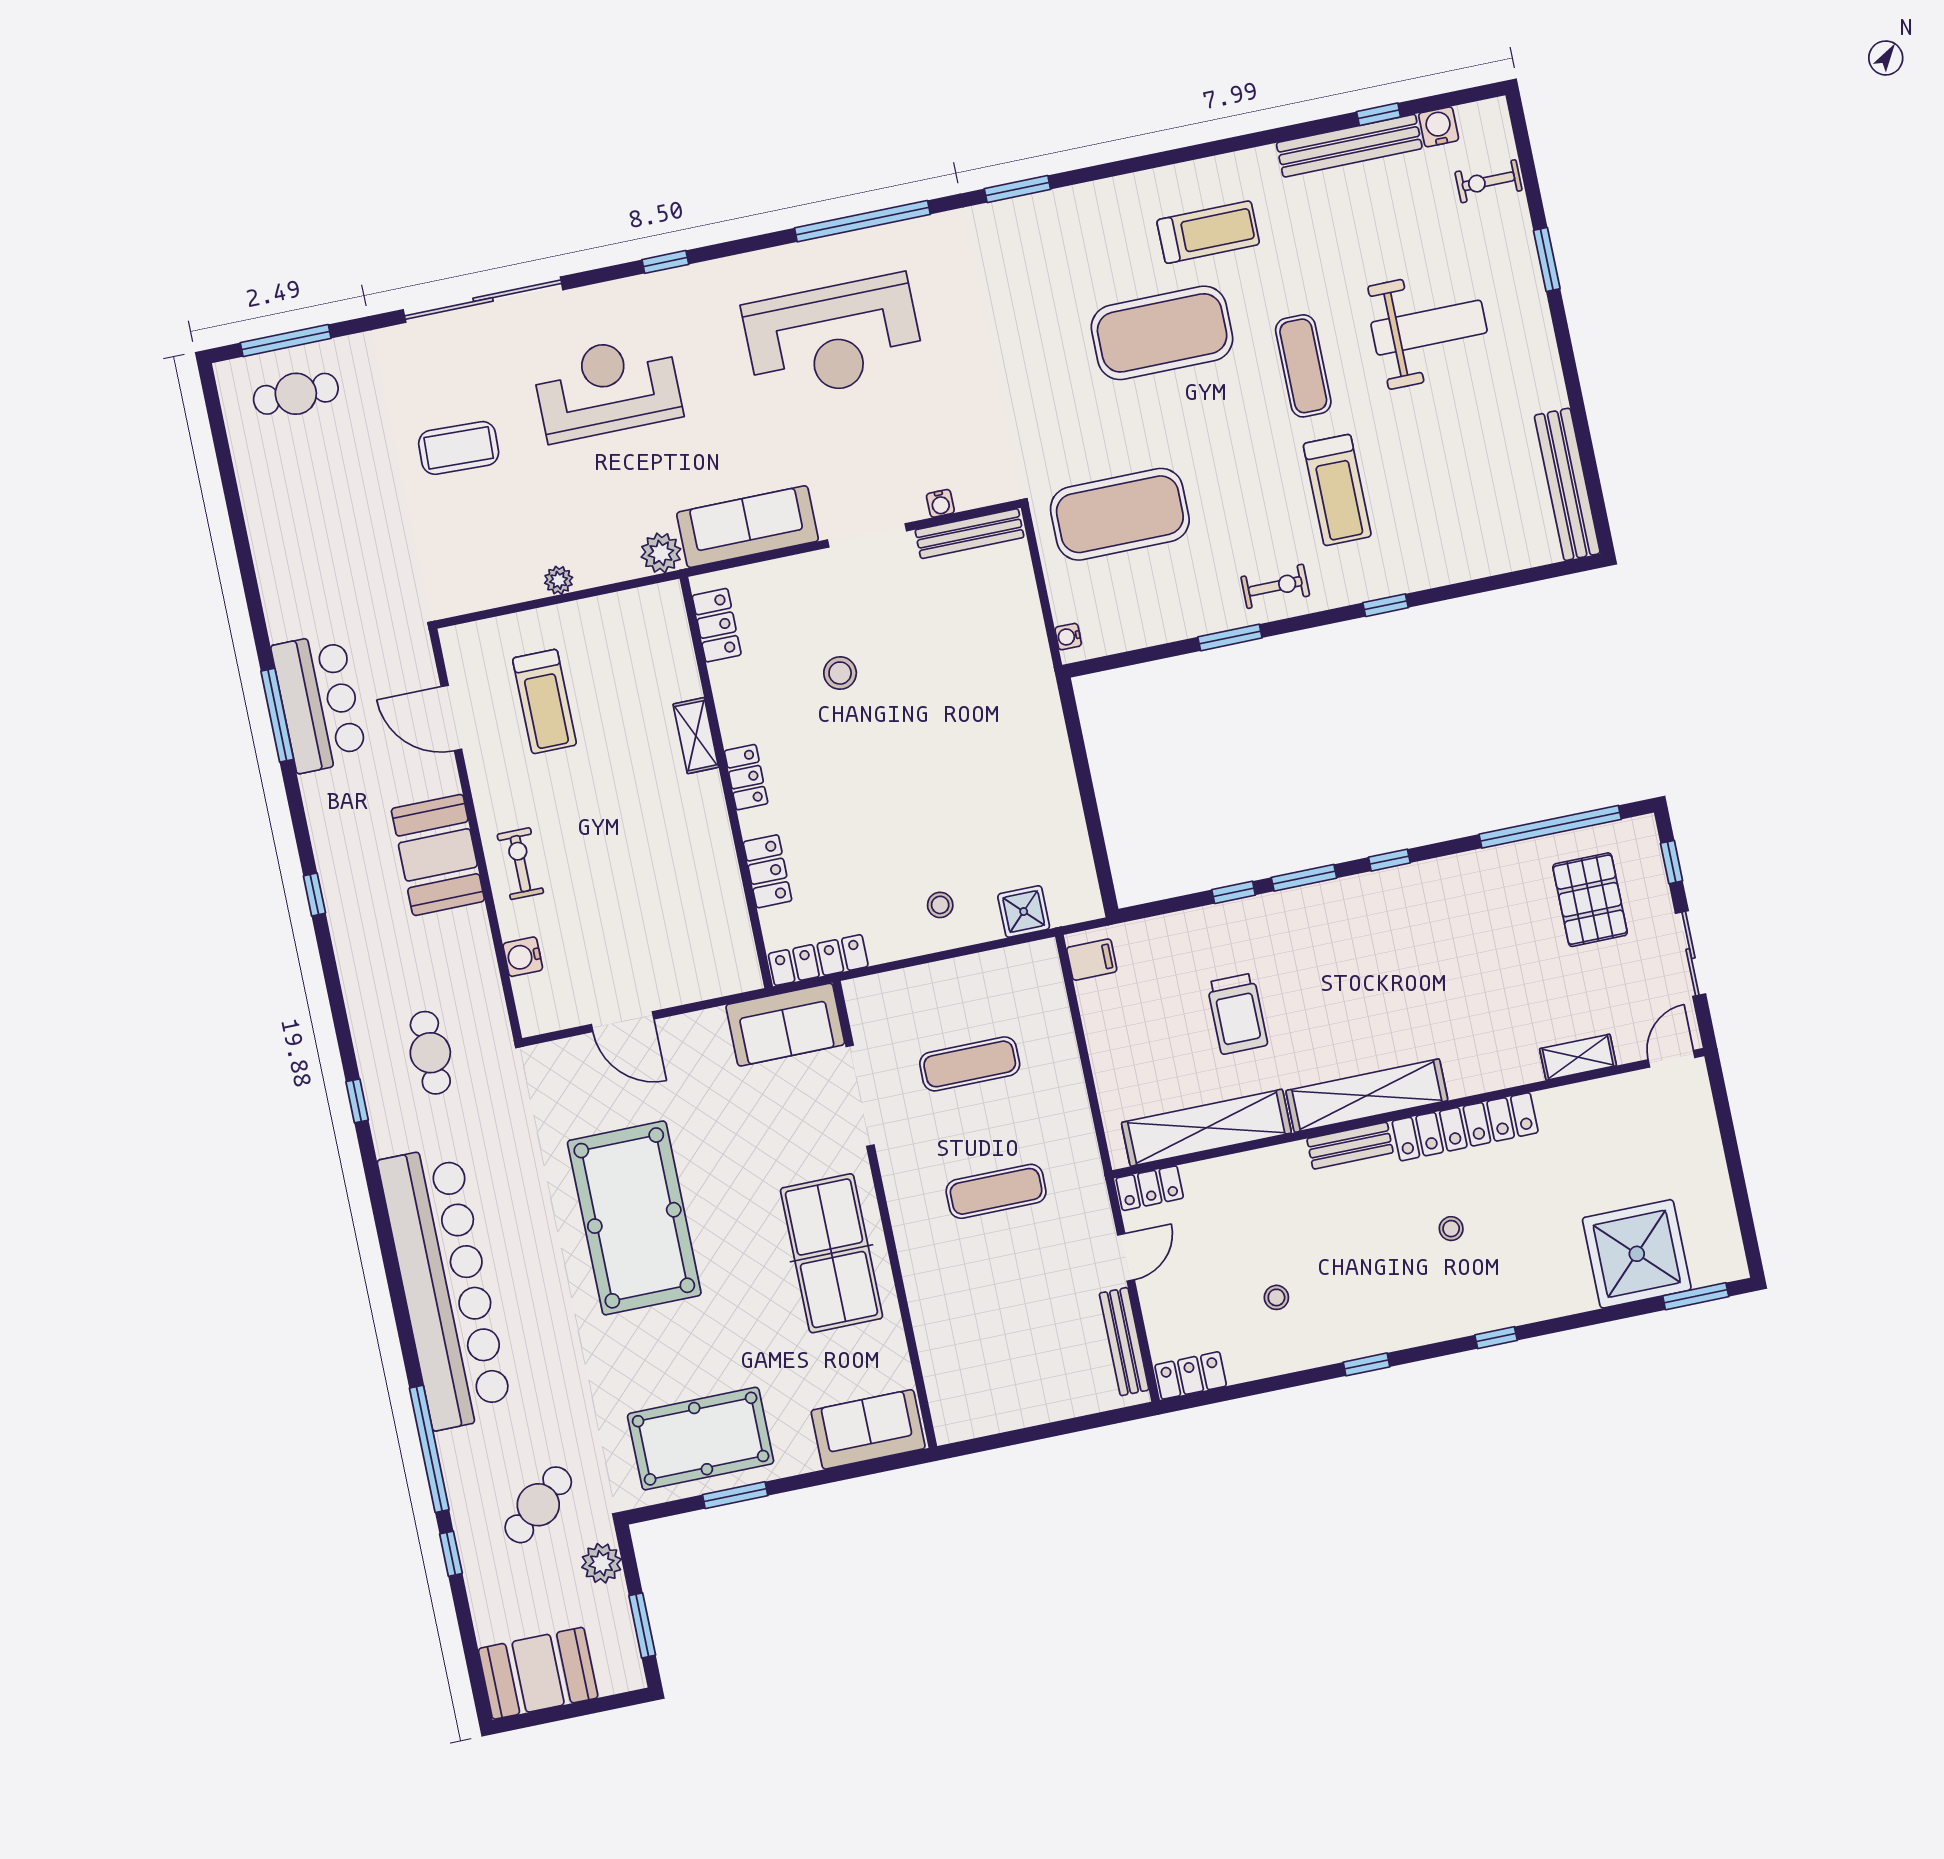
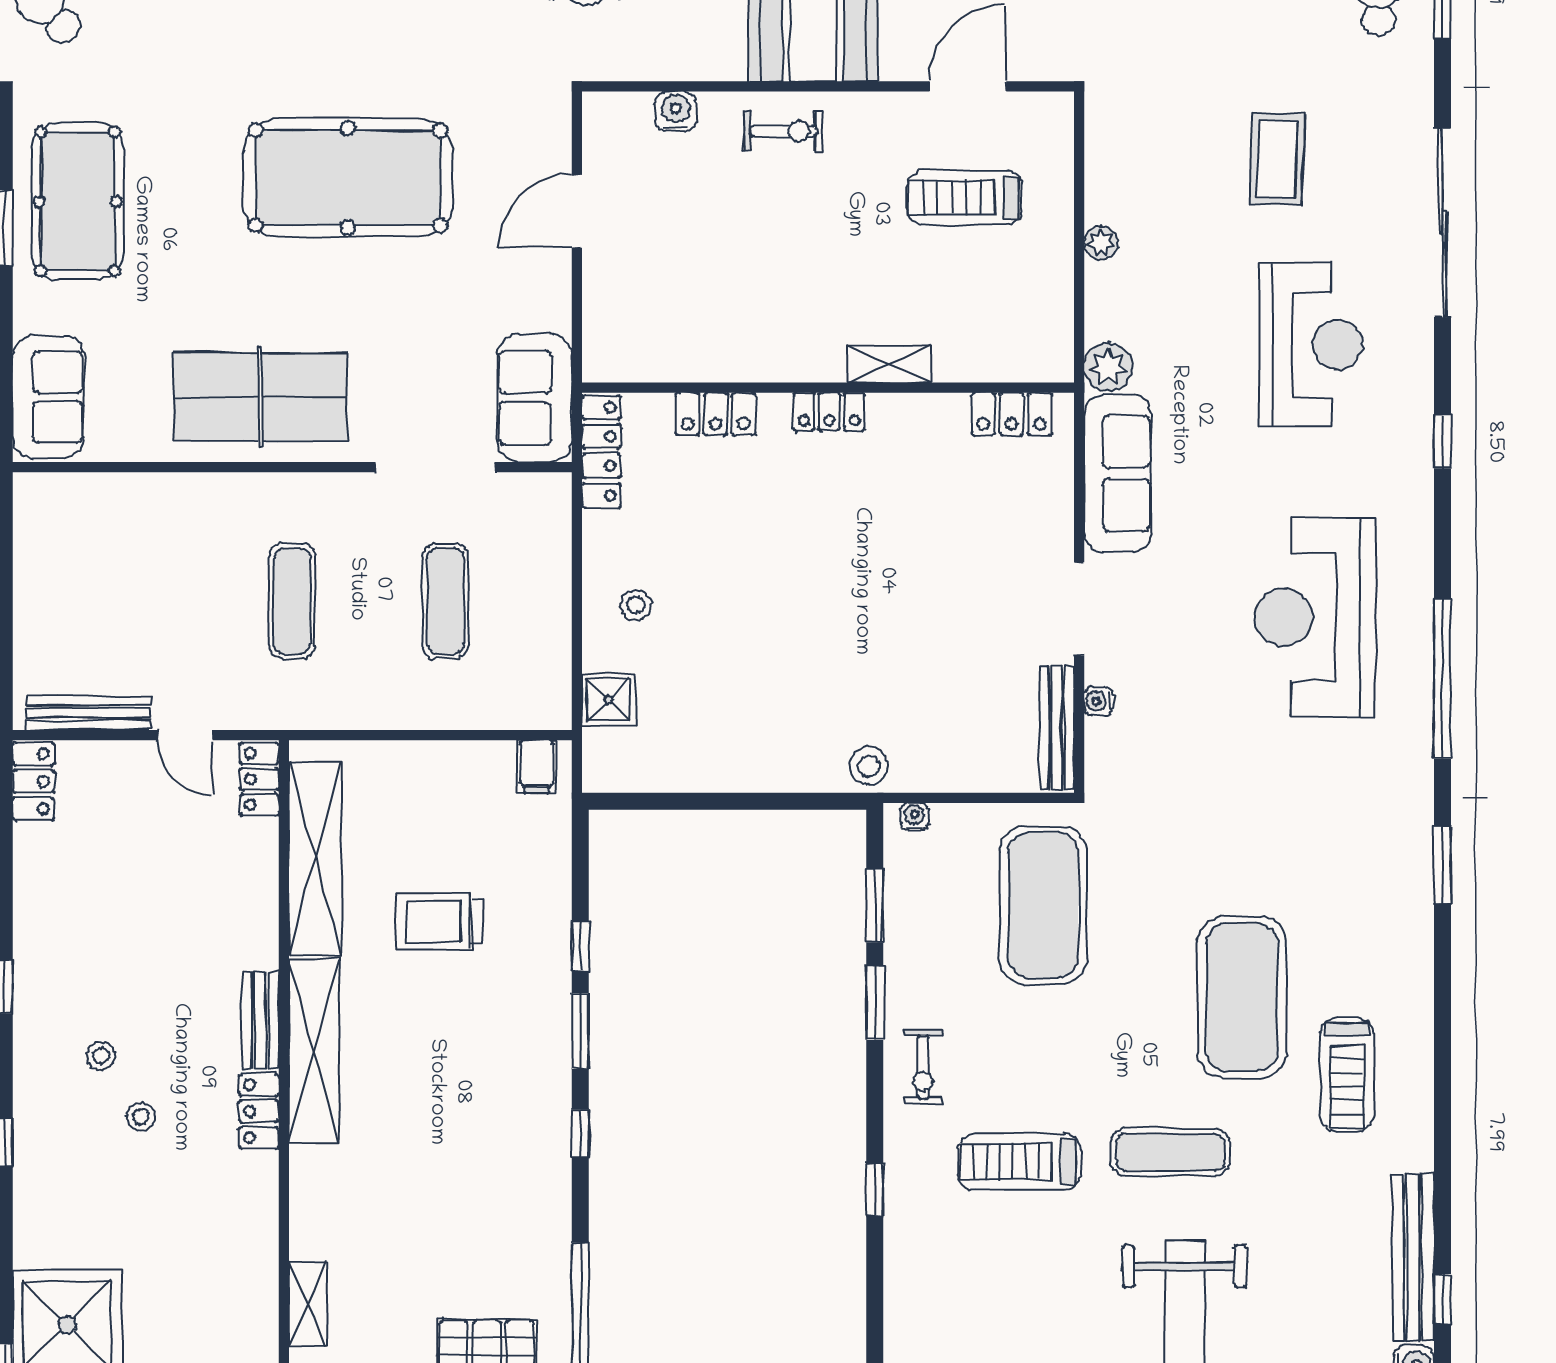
window: (1149, 654) -> (875, 906), added
stool: (840, 673) -> (869, 766), moved
locker: (1465, 1127) -> (259, 1111), width x0.46, depth x0.83
stool: (1276, 1297) -> (101, 1056), moved

